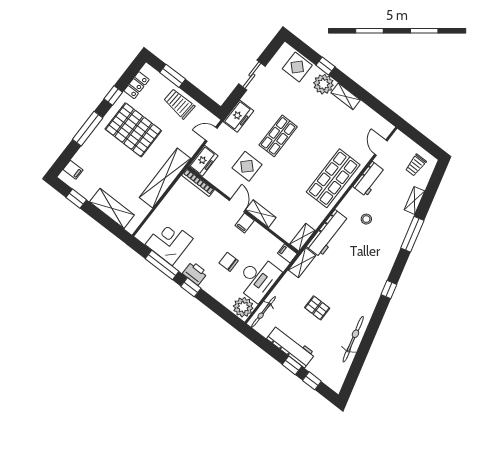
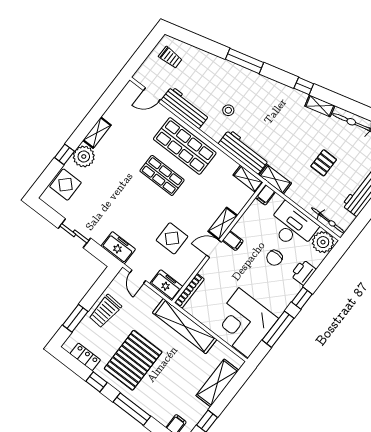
shop shelf: (278, 136) -> (162, 175), moved
workbench: (369, 179) -> (185, 107), width x1.38
shelving: (414, 200) -> (320, 106), moved
corner desk: (169, 242) -> (244, 323), width x1.36, depth x1.36
printer: (195, 273) -> (303, 272), moved

